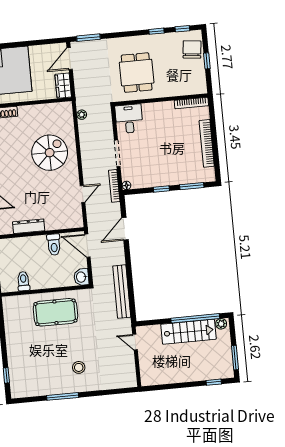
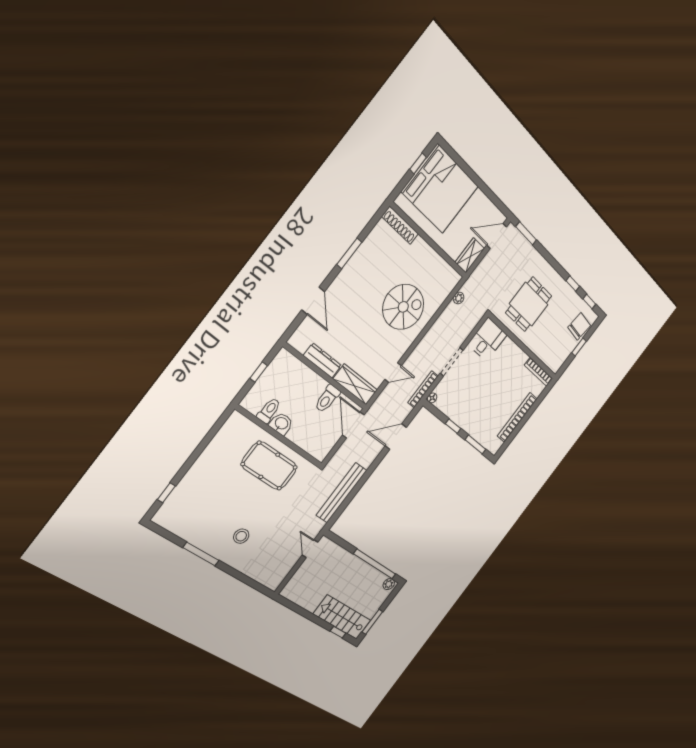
wardrobe: (64, 222) -> (355, 384), added
washbasin: (81, 277) -> (281, 424), moved, turned 90
stairs: (188, 332) -> (342, 617), moved, turned 180

